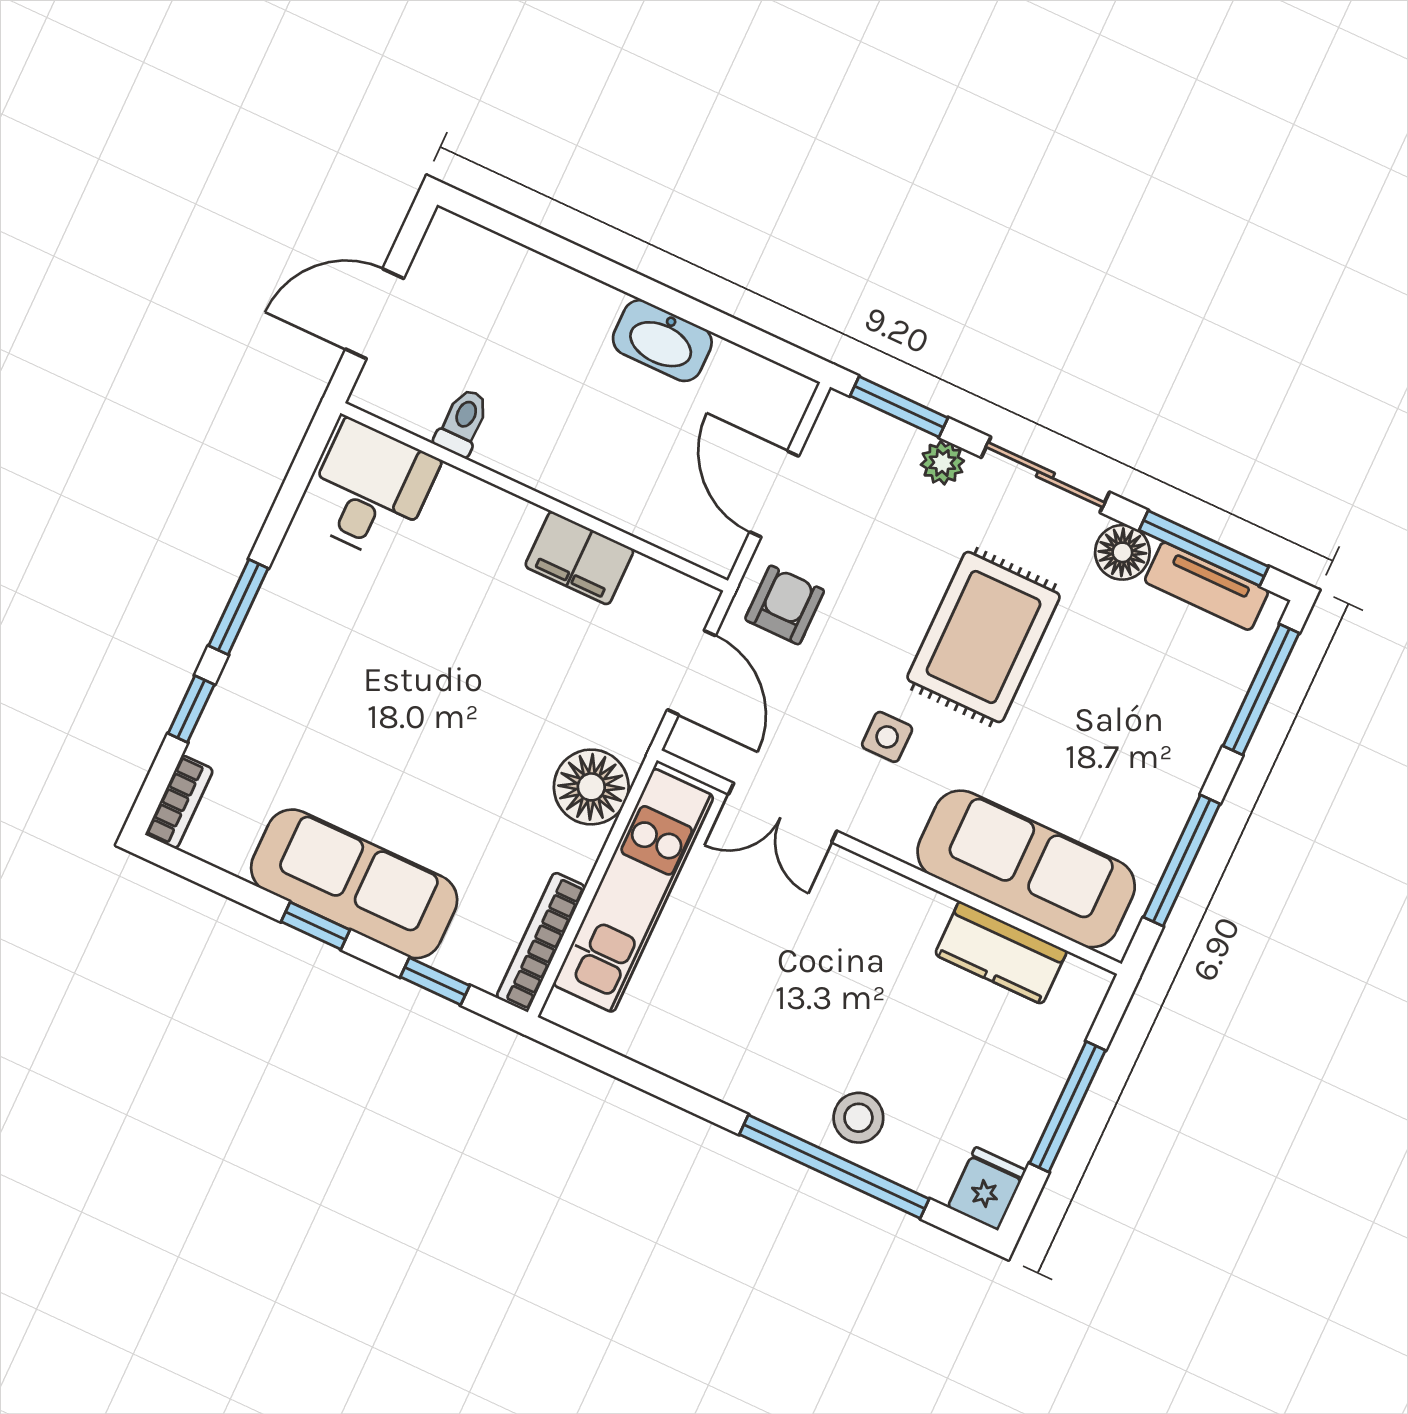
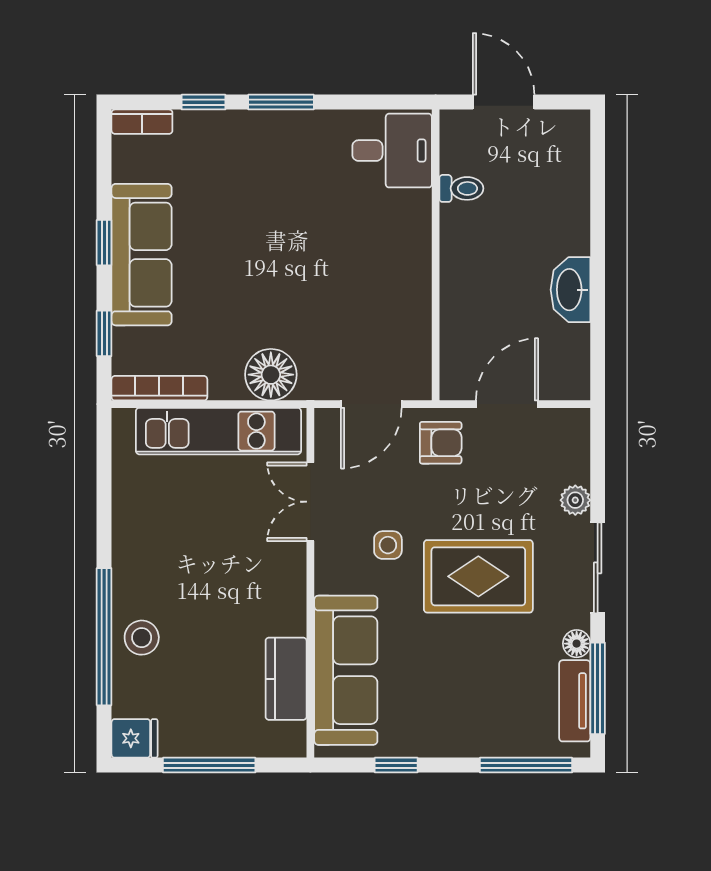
window: (899, 407) -> (598, 457), removed
floor lamp: (1122, 552) -> (577, 644), width x0.73, depth x0.73
filing cabinet: (579, 558) -> (410, 301), removed
window: (1182, 861) -> (396, 765), width x0.46

